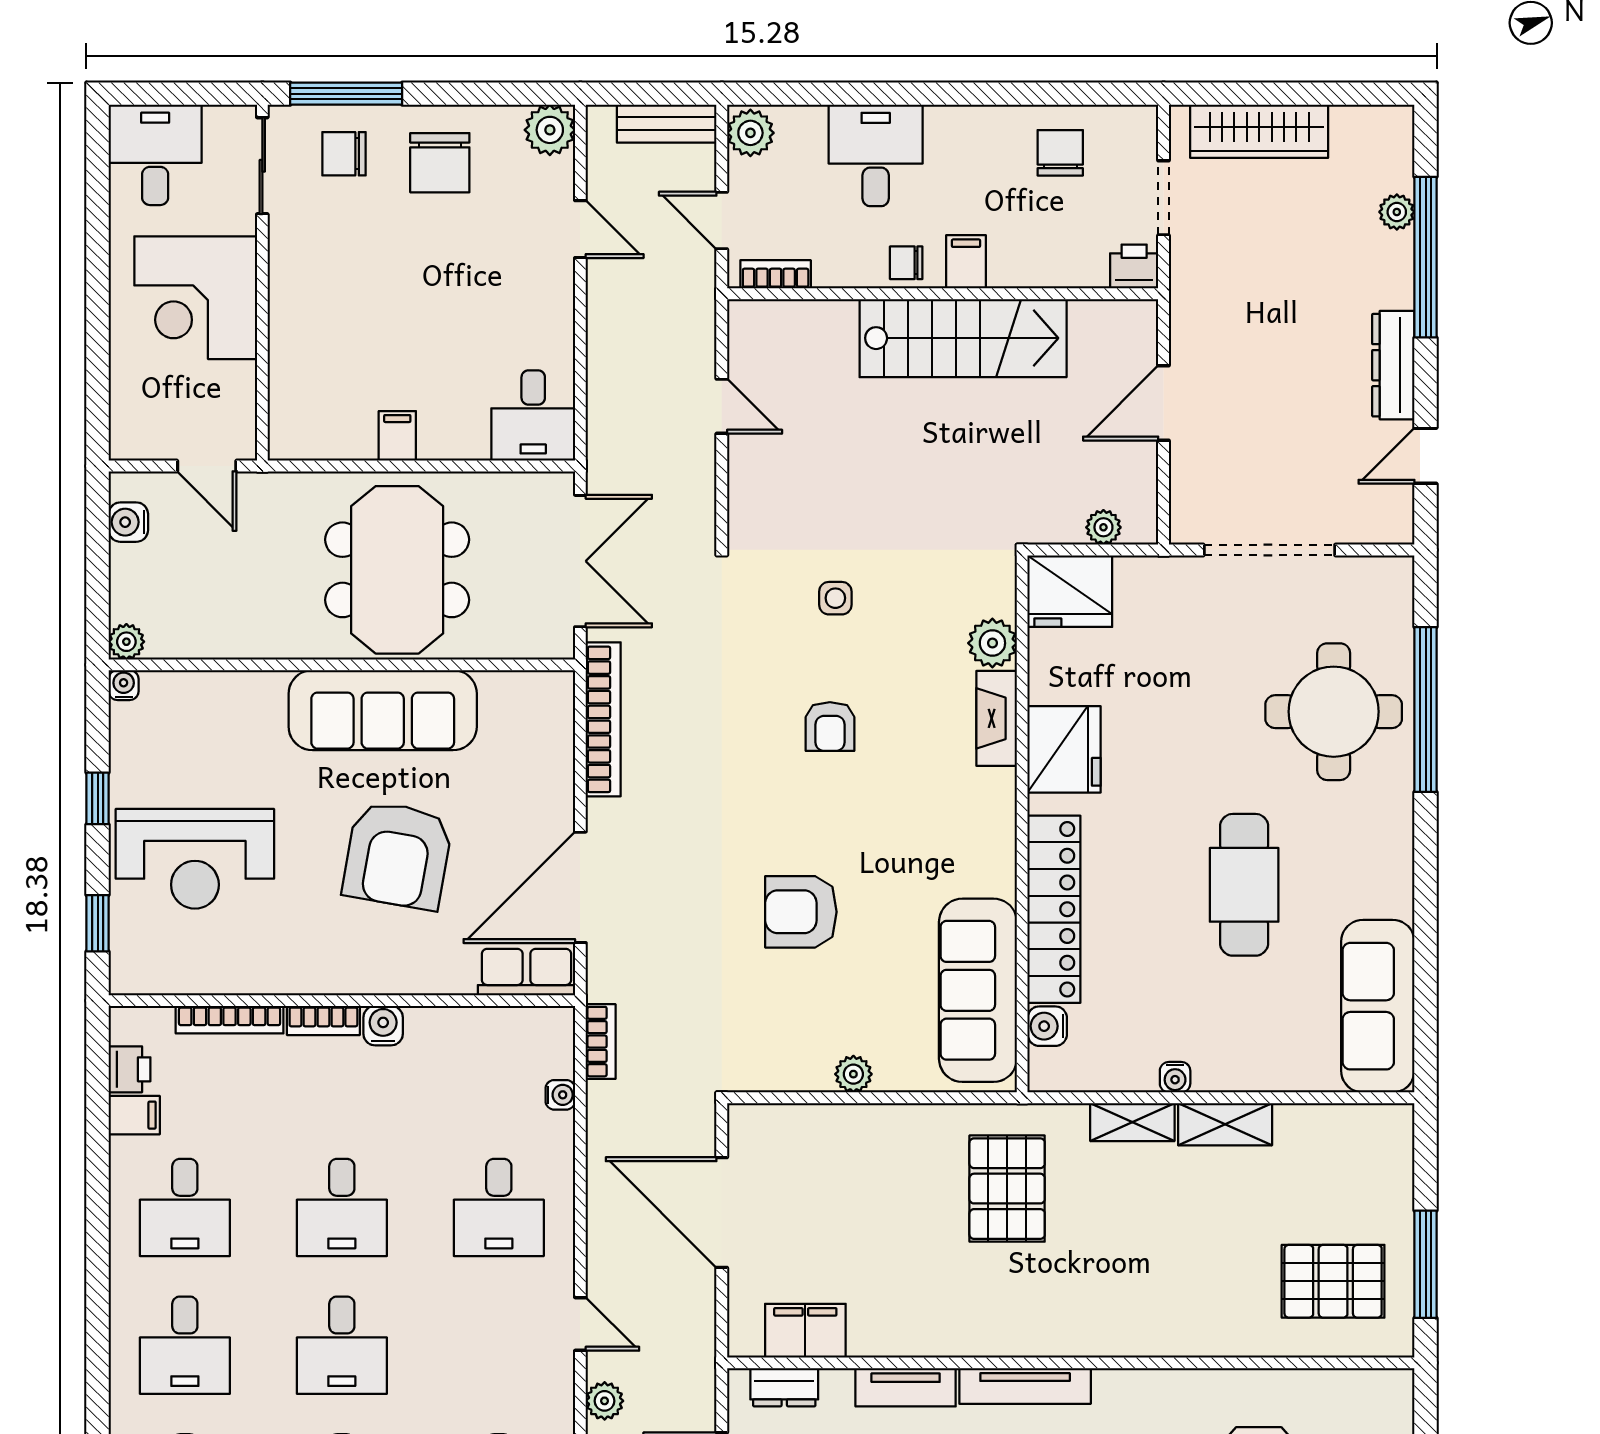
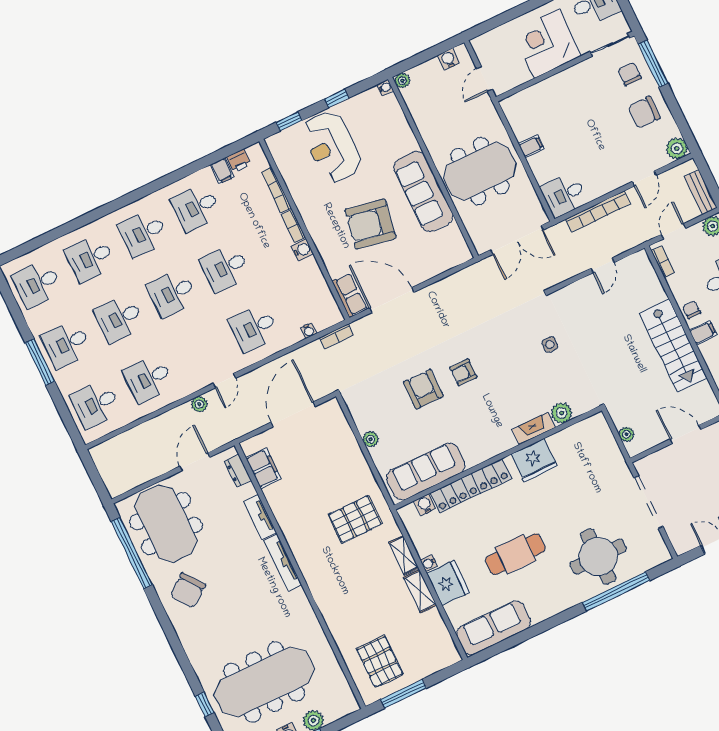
fridge: (1070, 591) -> (448, 583), moved, turned 180
bookcase: (603, 719) -> (598, 212), moved
armchair: (830, 727) -> (463, 372), moved

